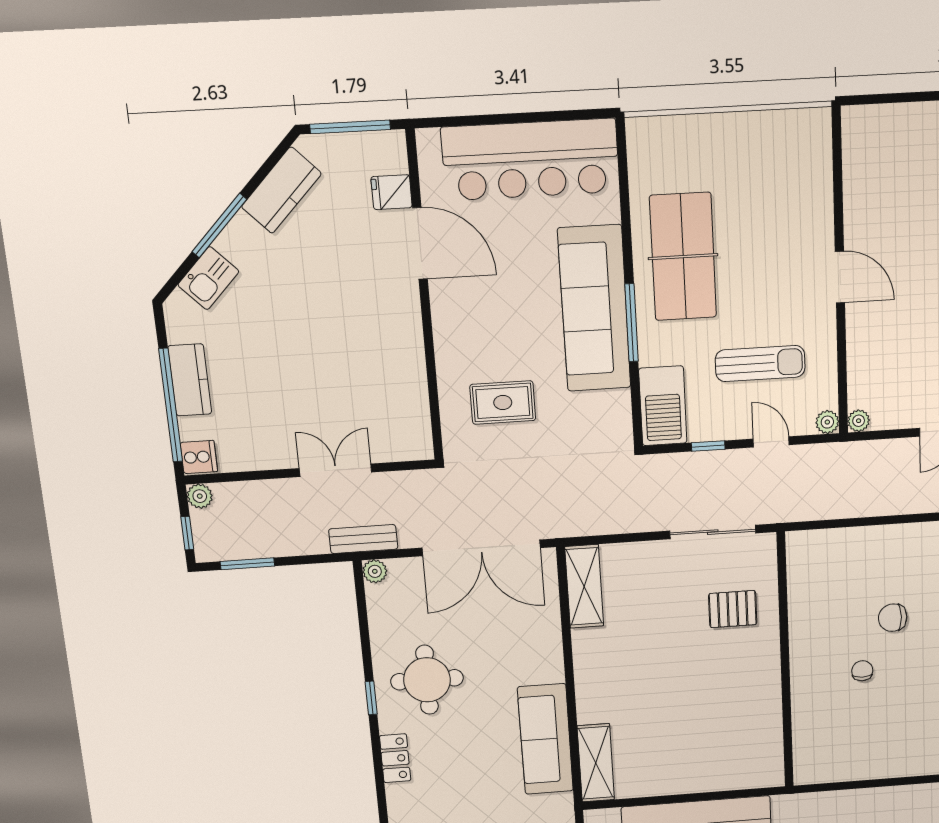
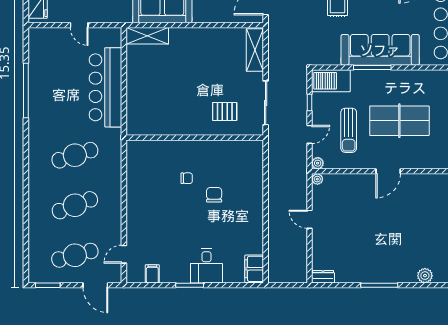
table tennis table: (683, 257) -> (399, 121), moved
shelving: (584, 586) -> (255, 50), moved, turned 90
pallet: (733, 609) -> (225, 111), turned 90

